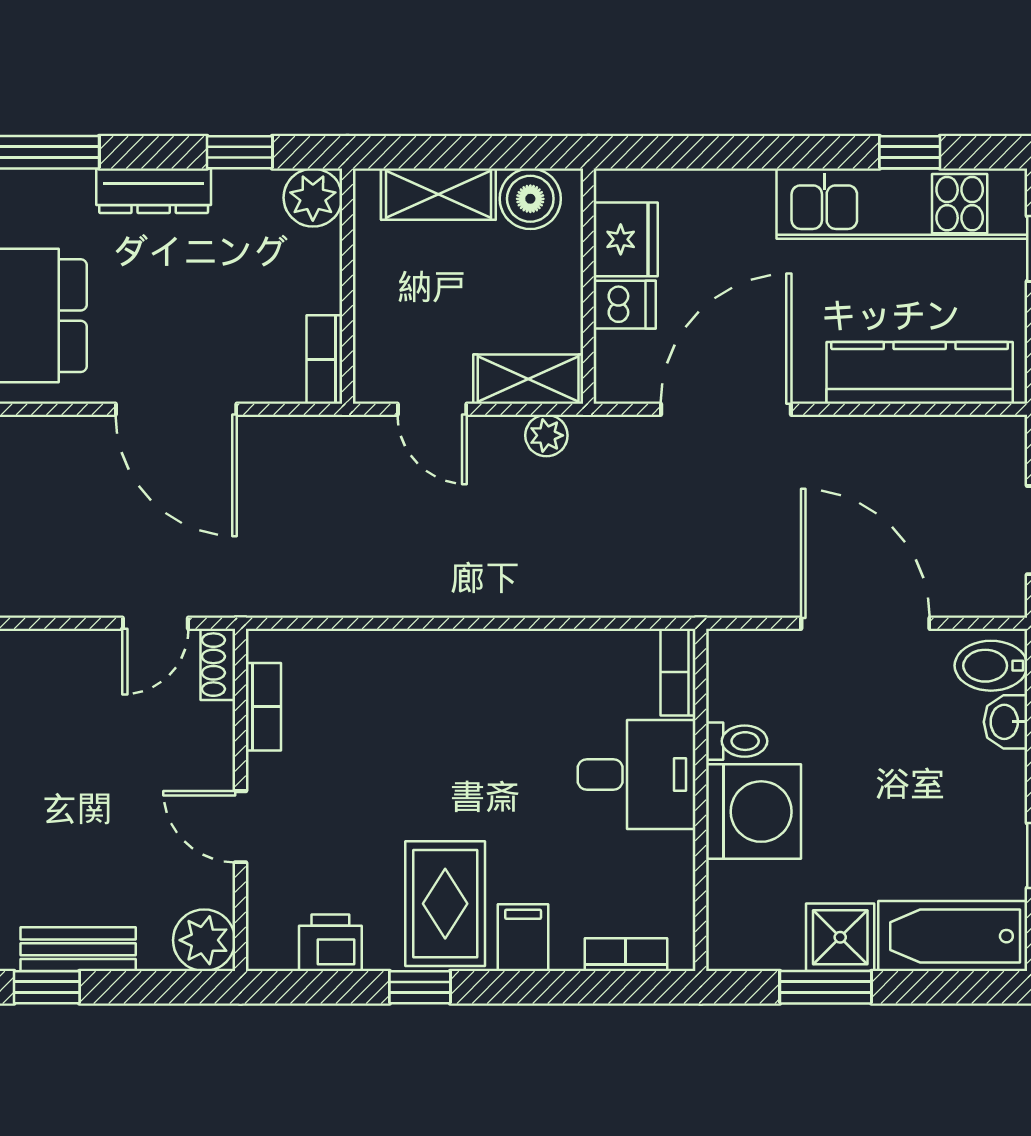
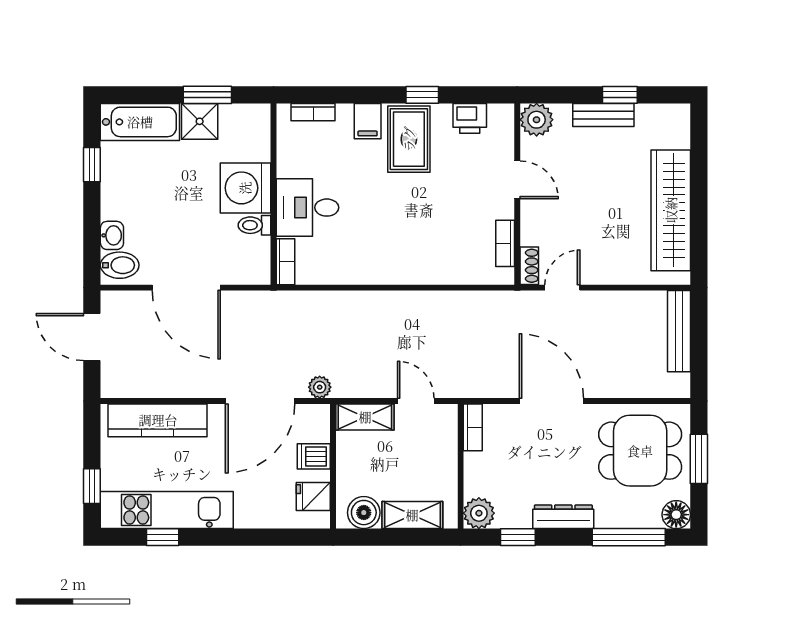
fridge: (626, 239) -> (313, 497), width x0.72
plant: (546, 435) -> (320, 387), moved

